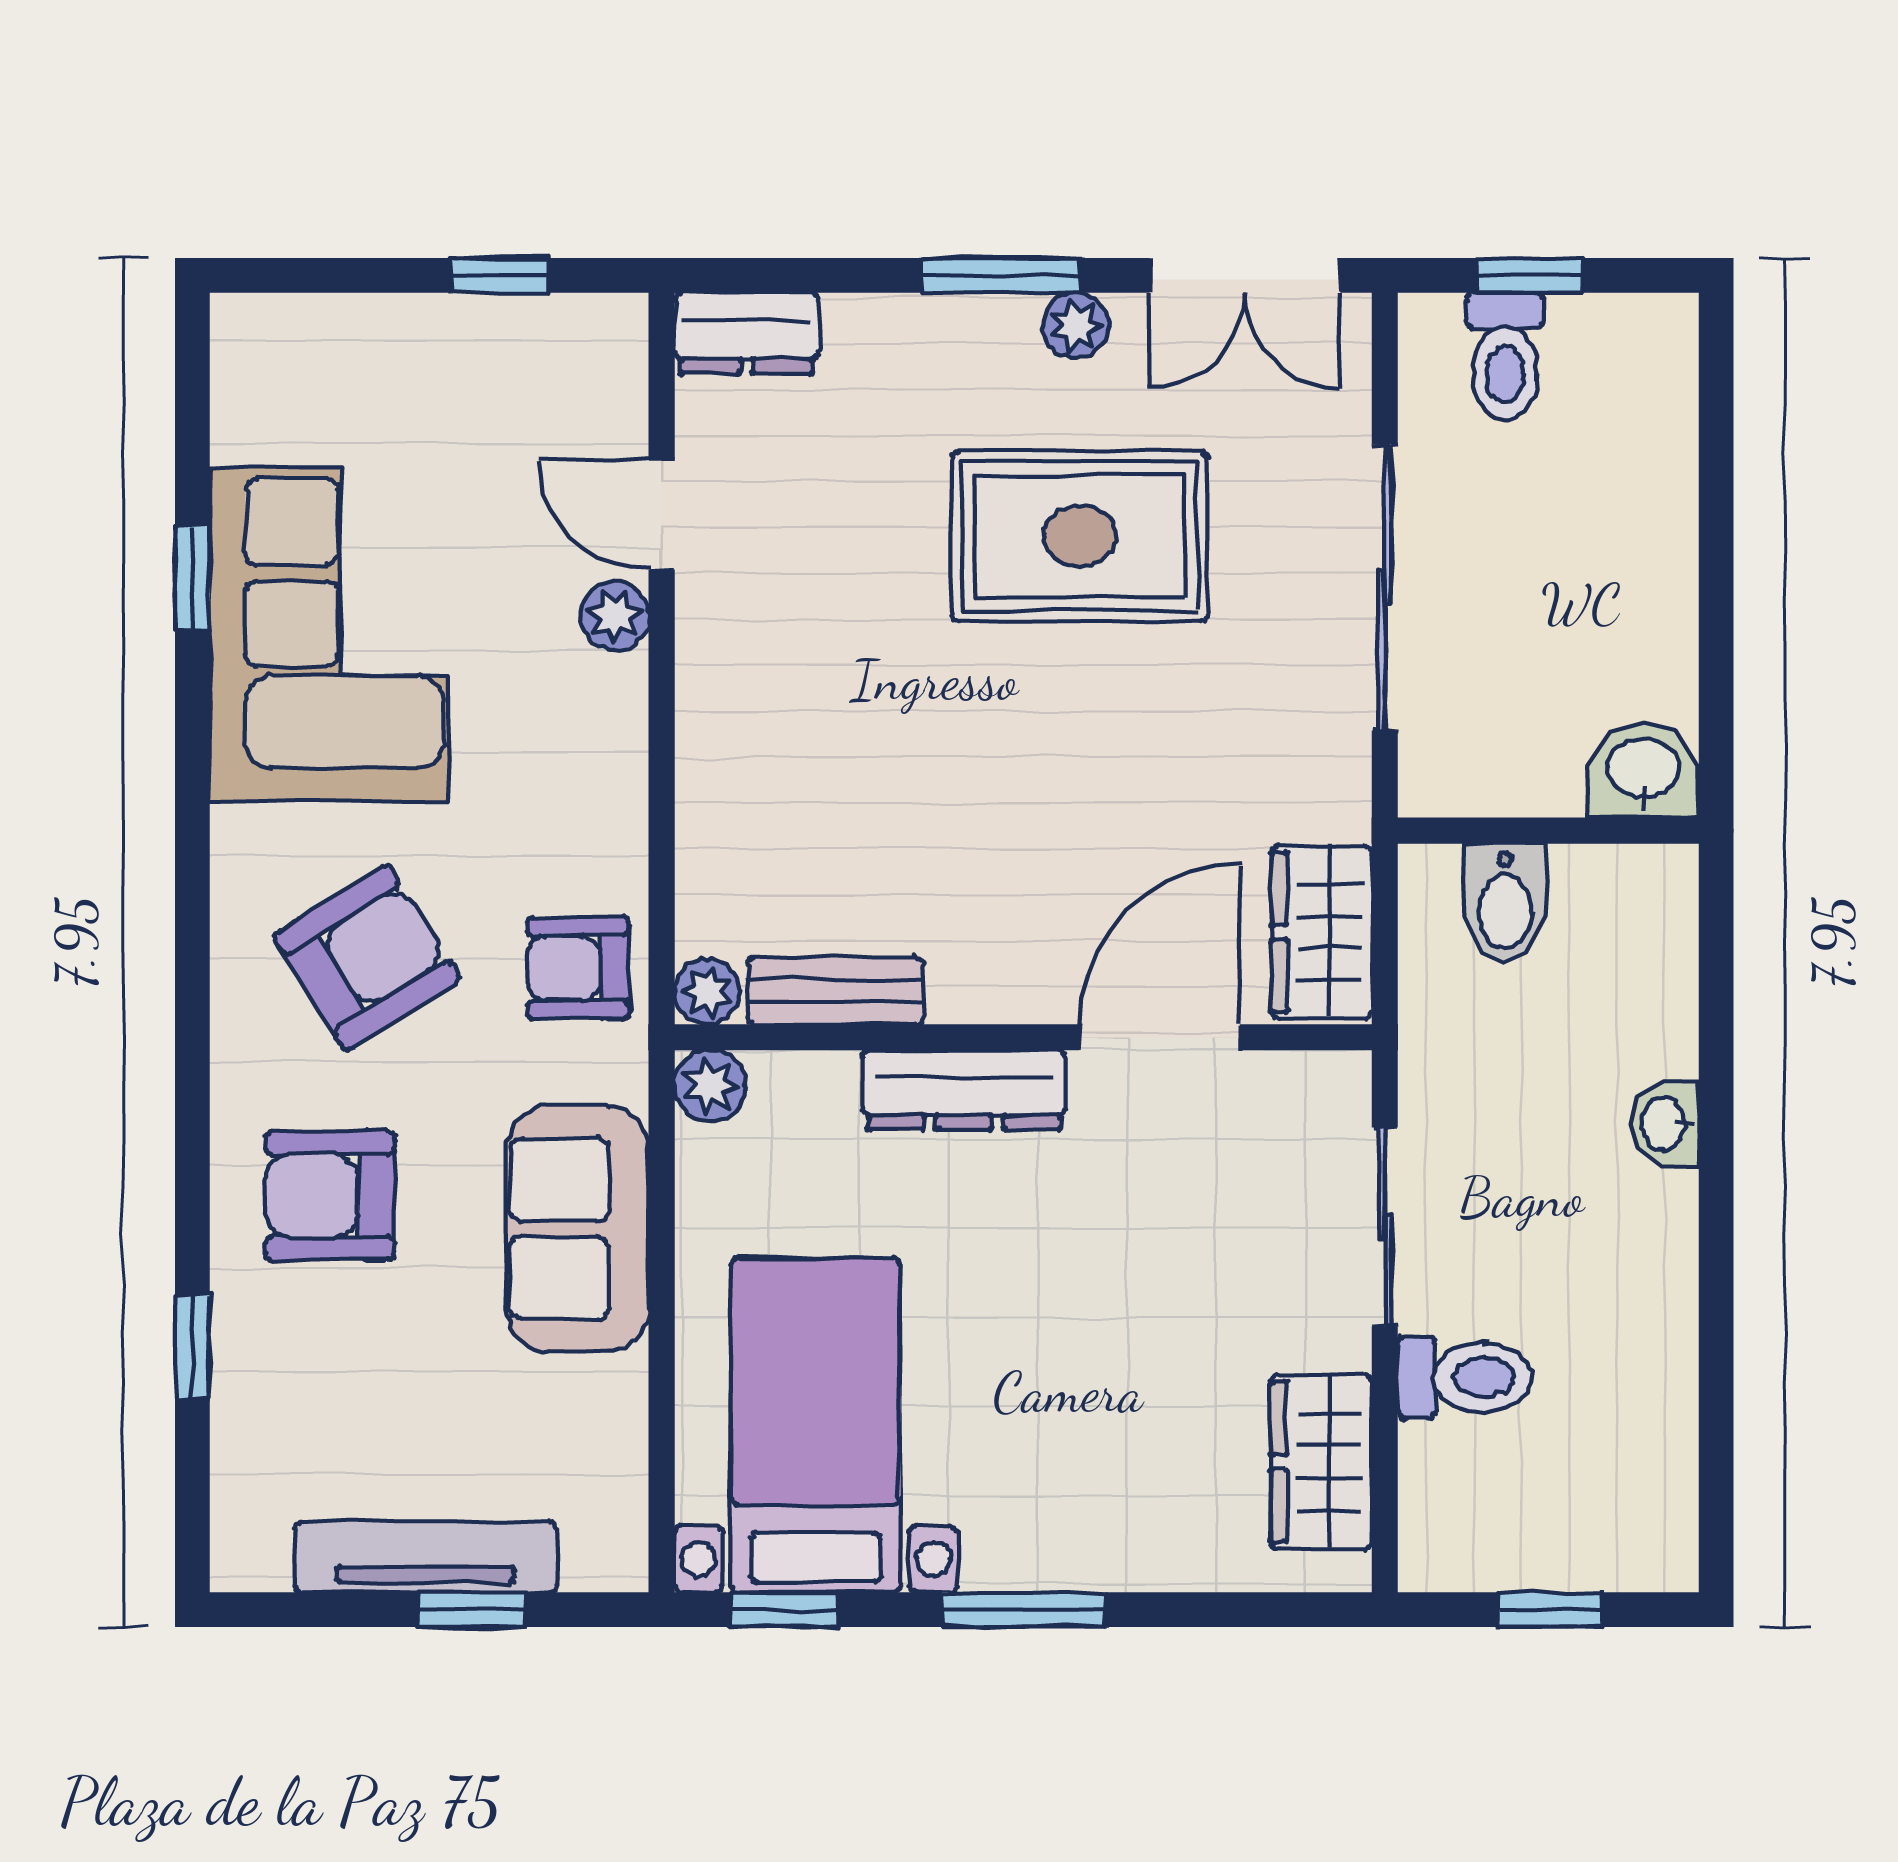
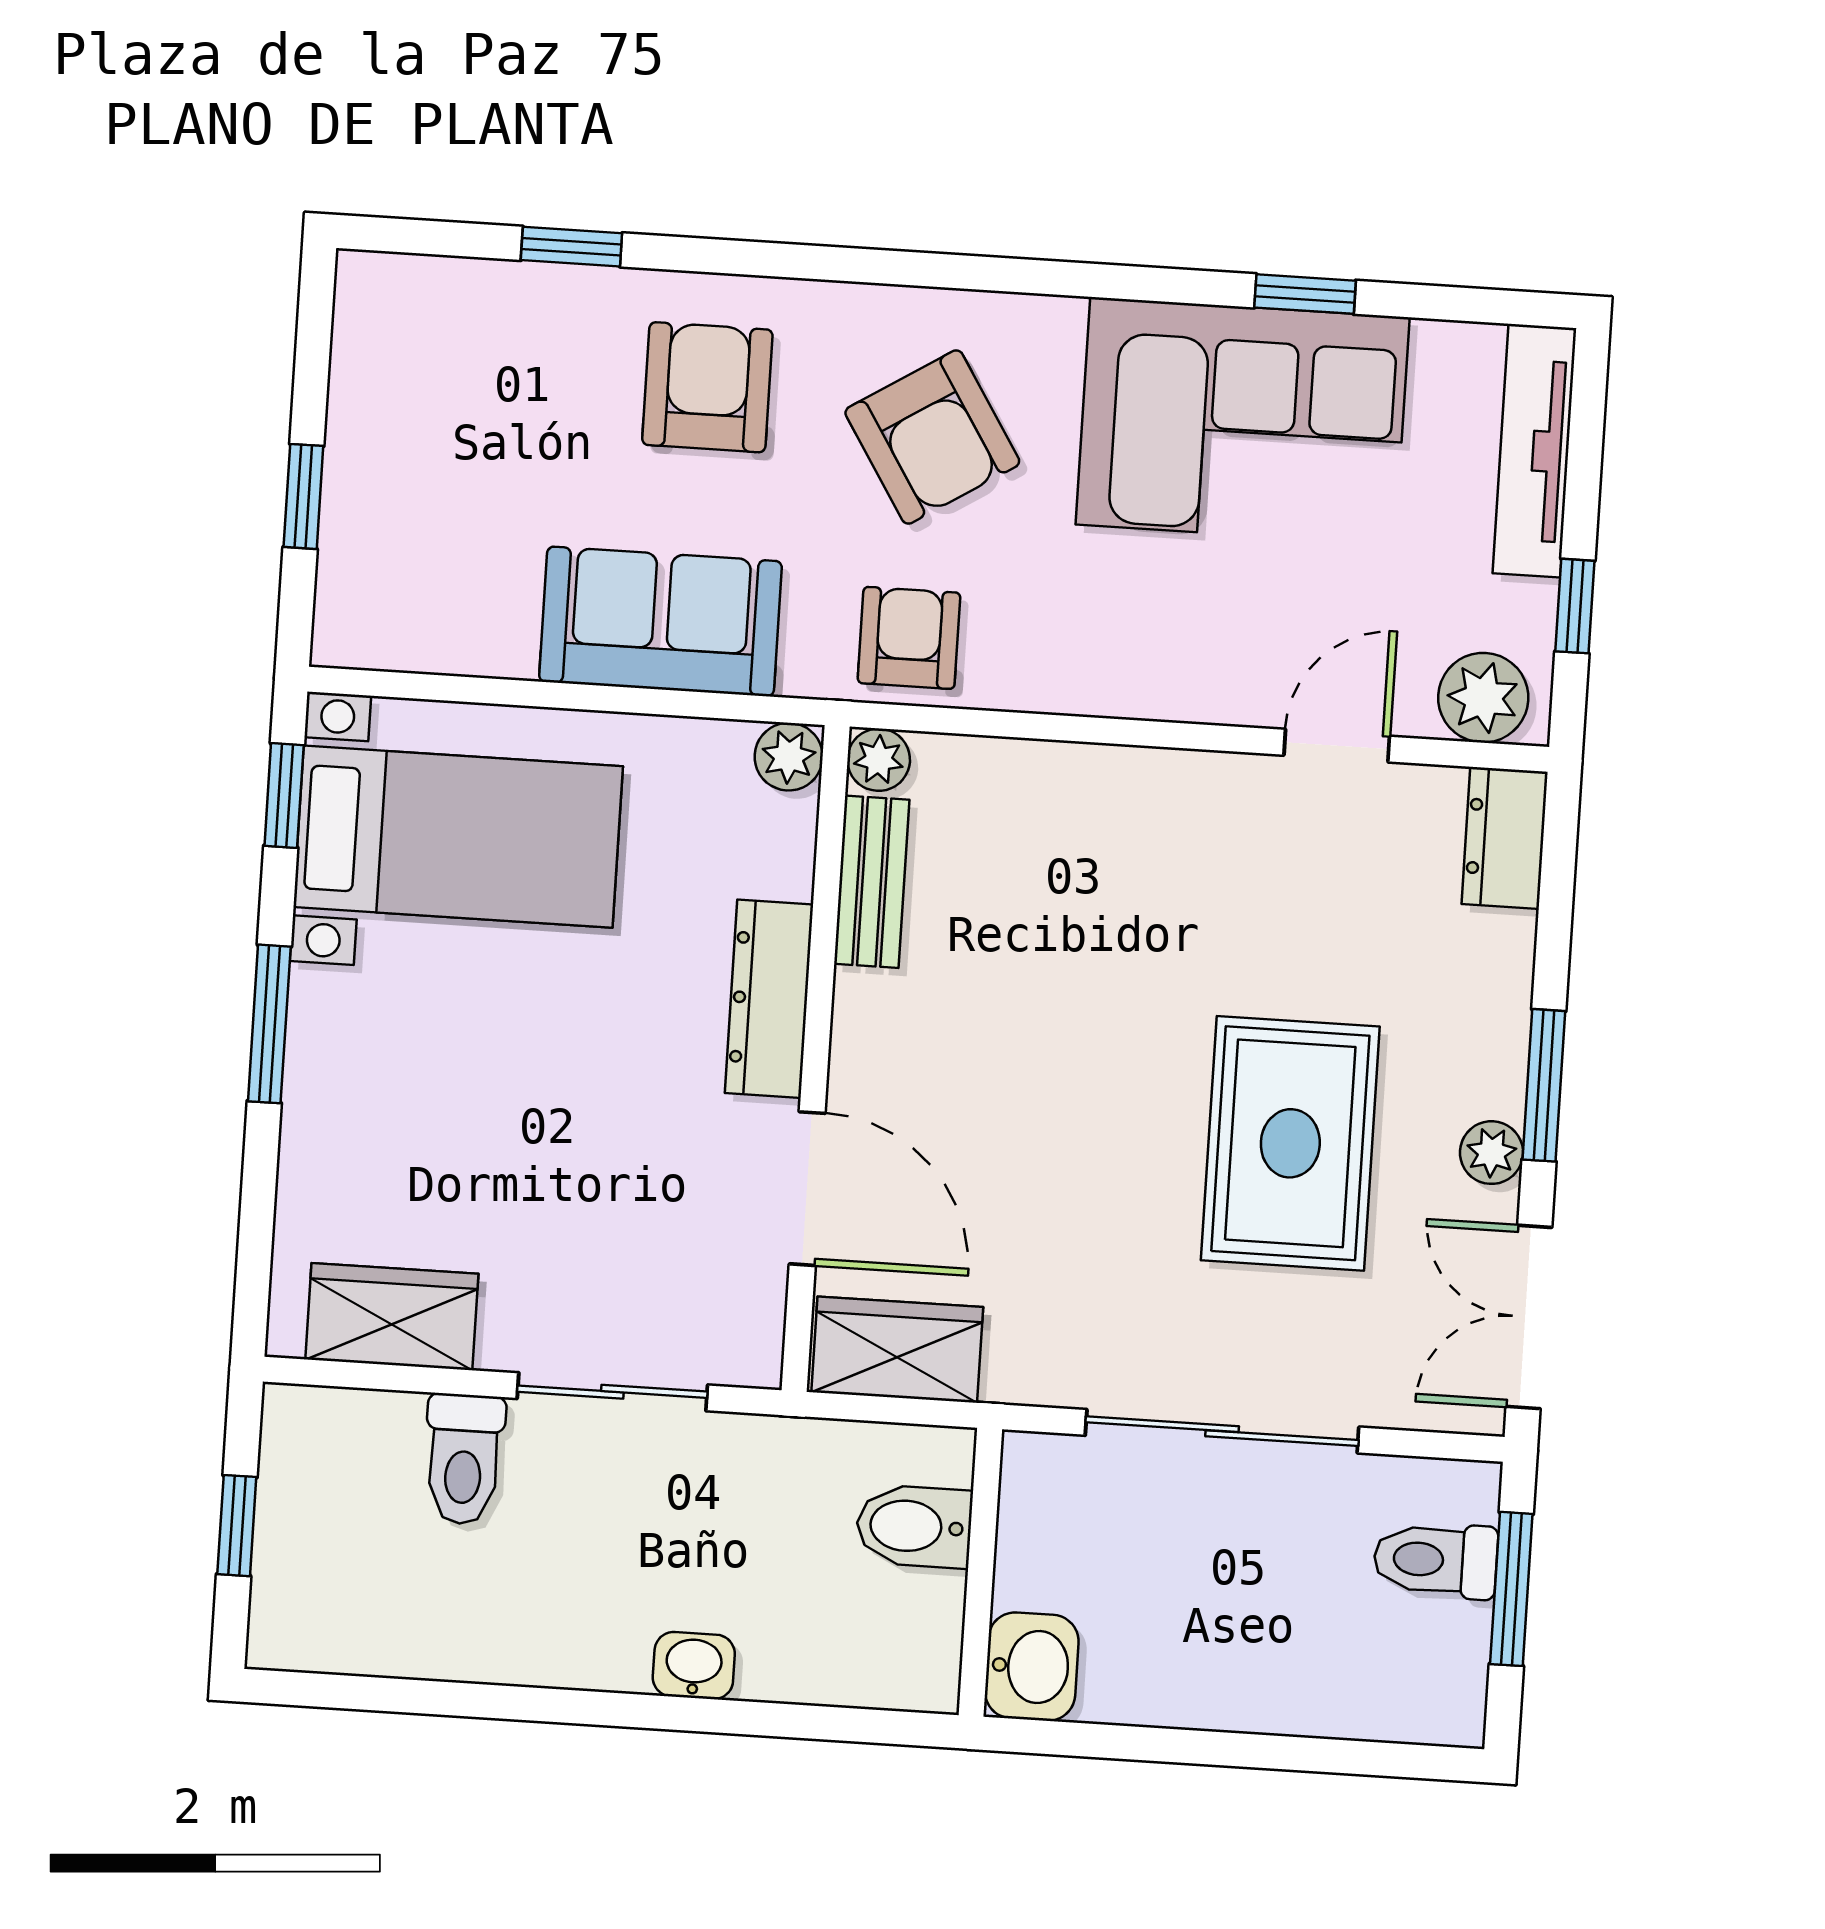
window: (1530, 275) -> (1511, 1589), width x1.50
plant: (614, 616) -> (1483, 698), moved, width x1.38, depth x1.38
tv unit: (425, 1557) -> (1534, 451), moved, turned 180

